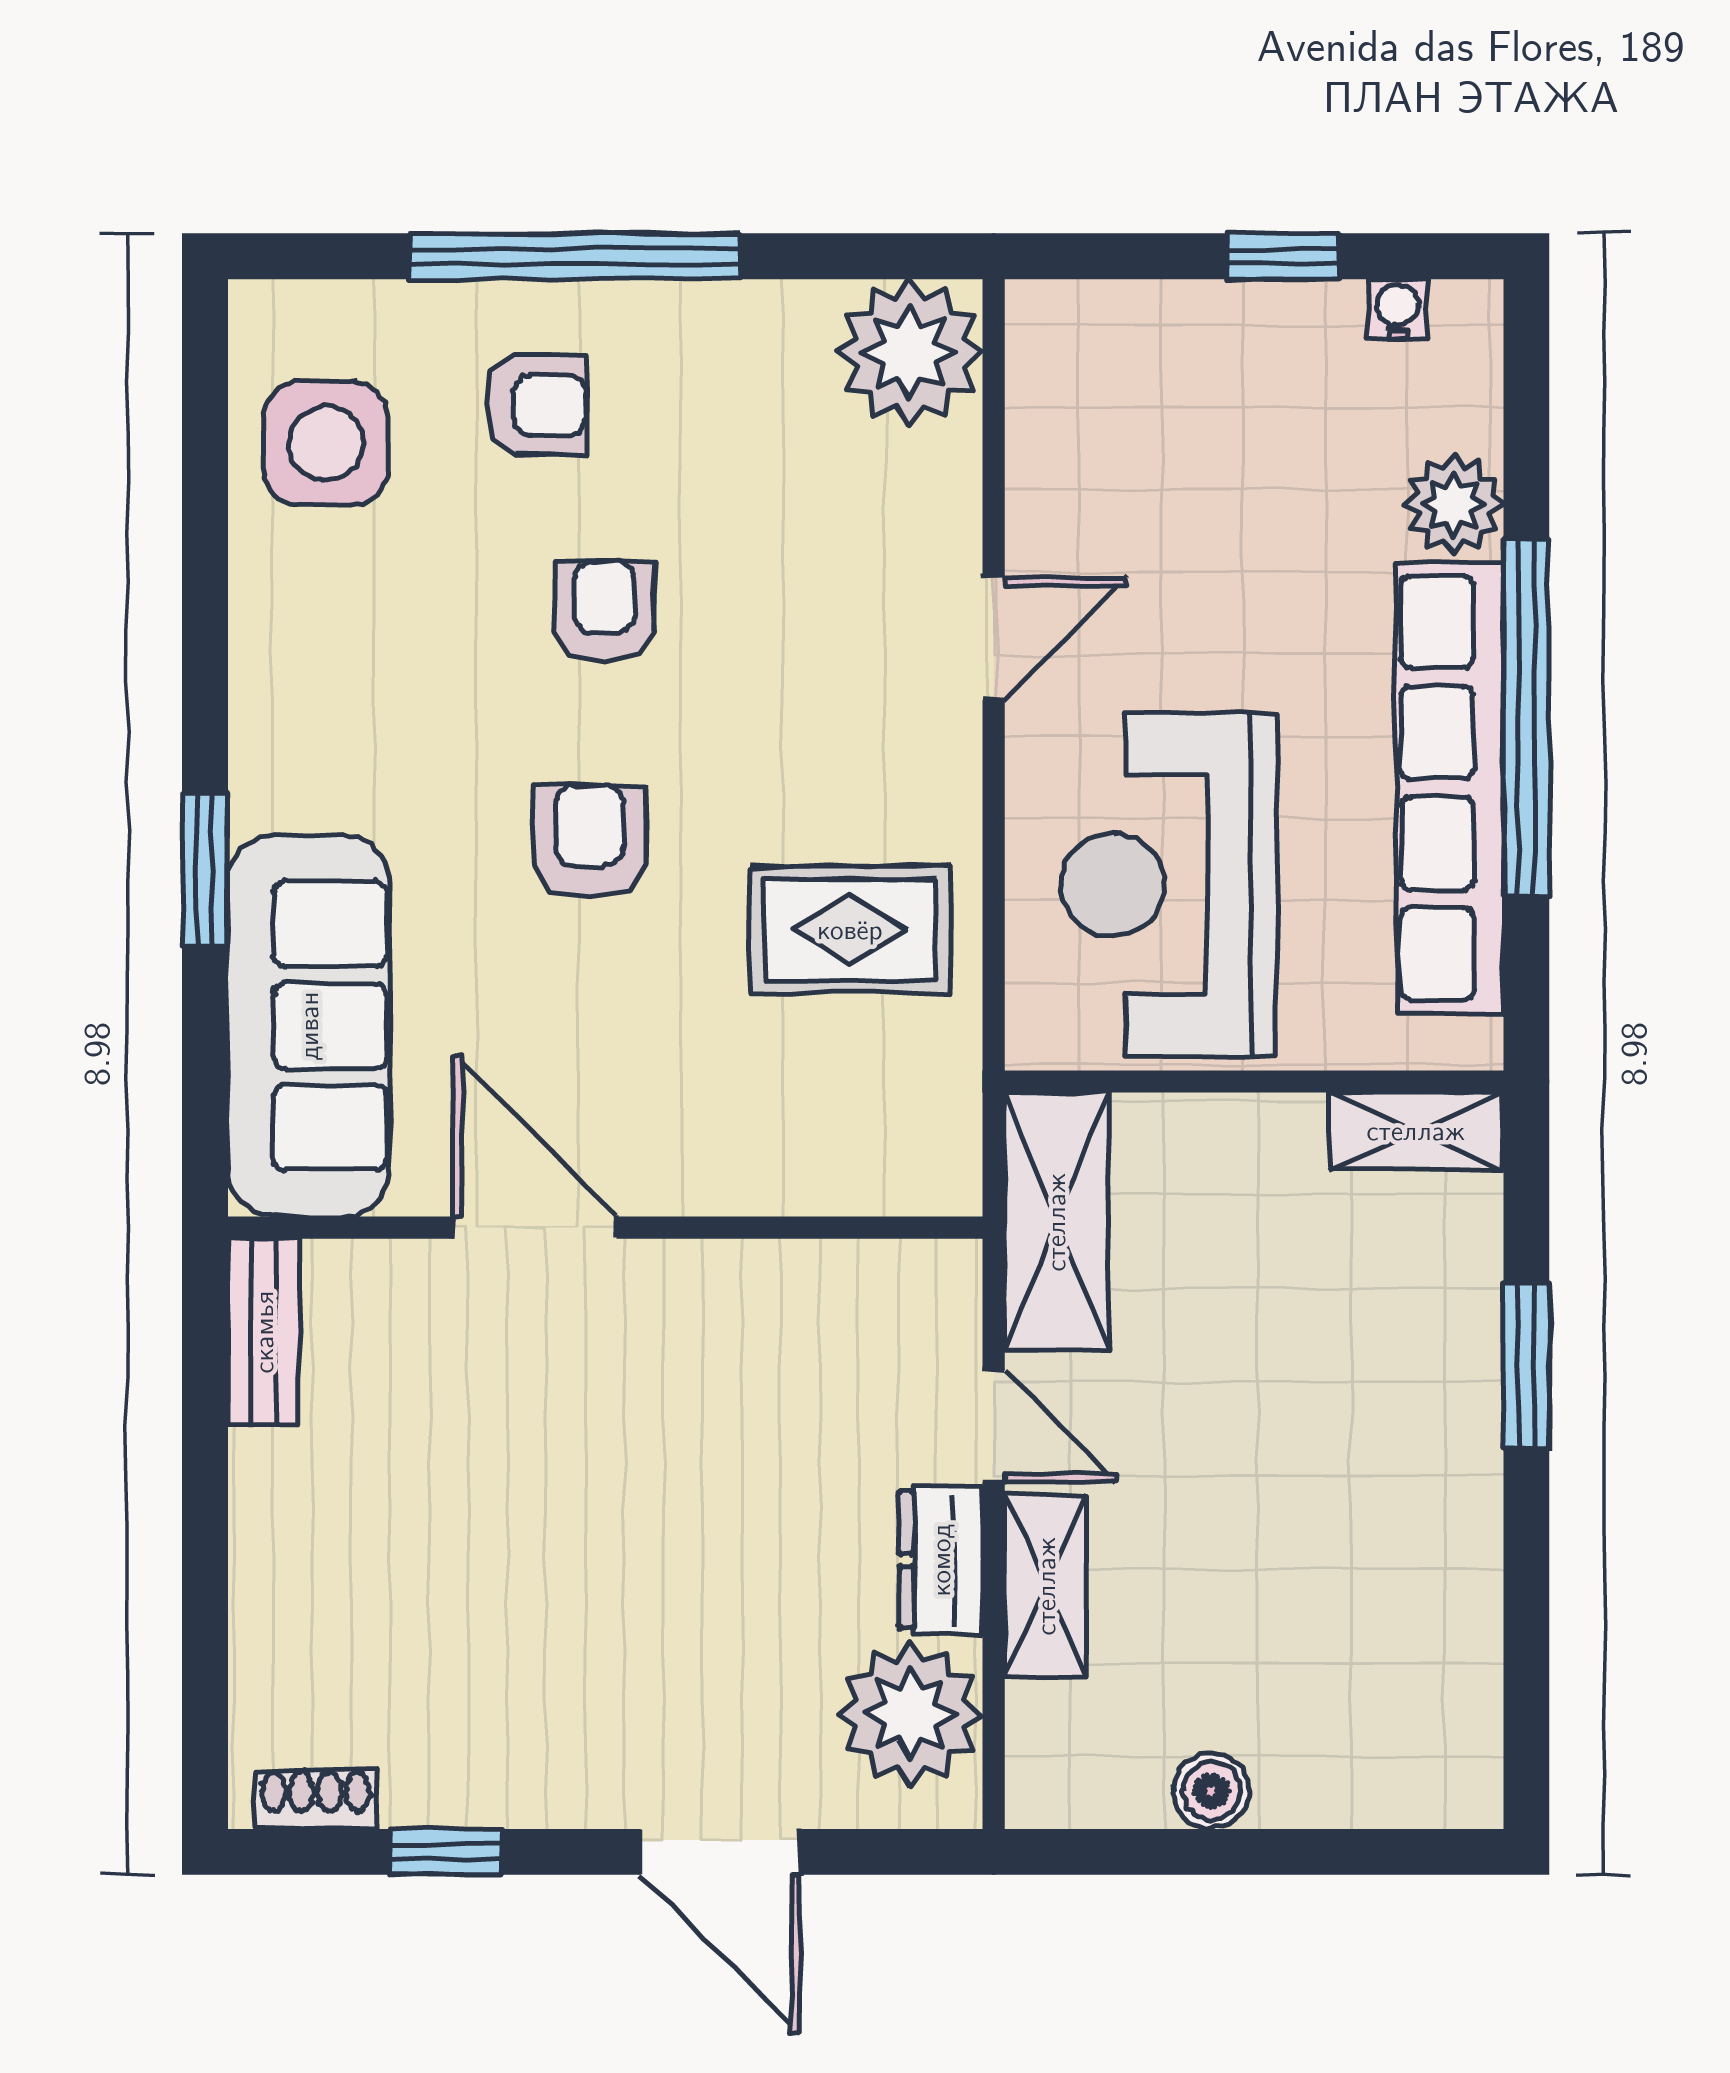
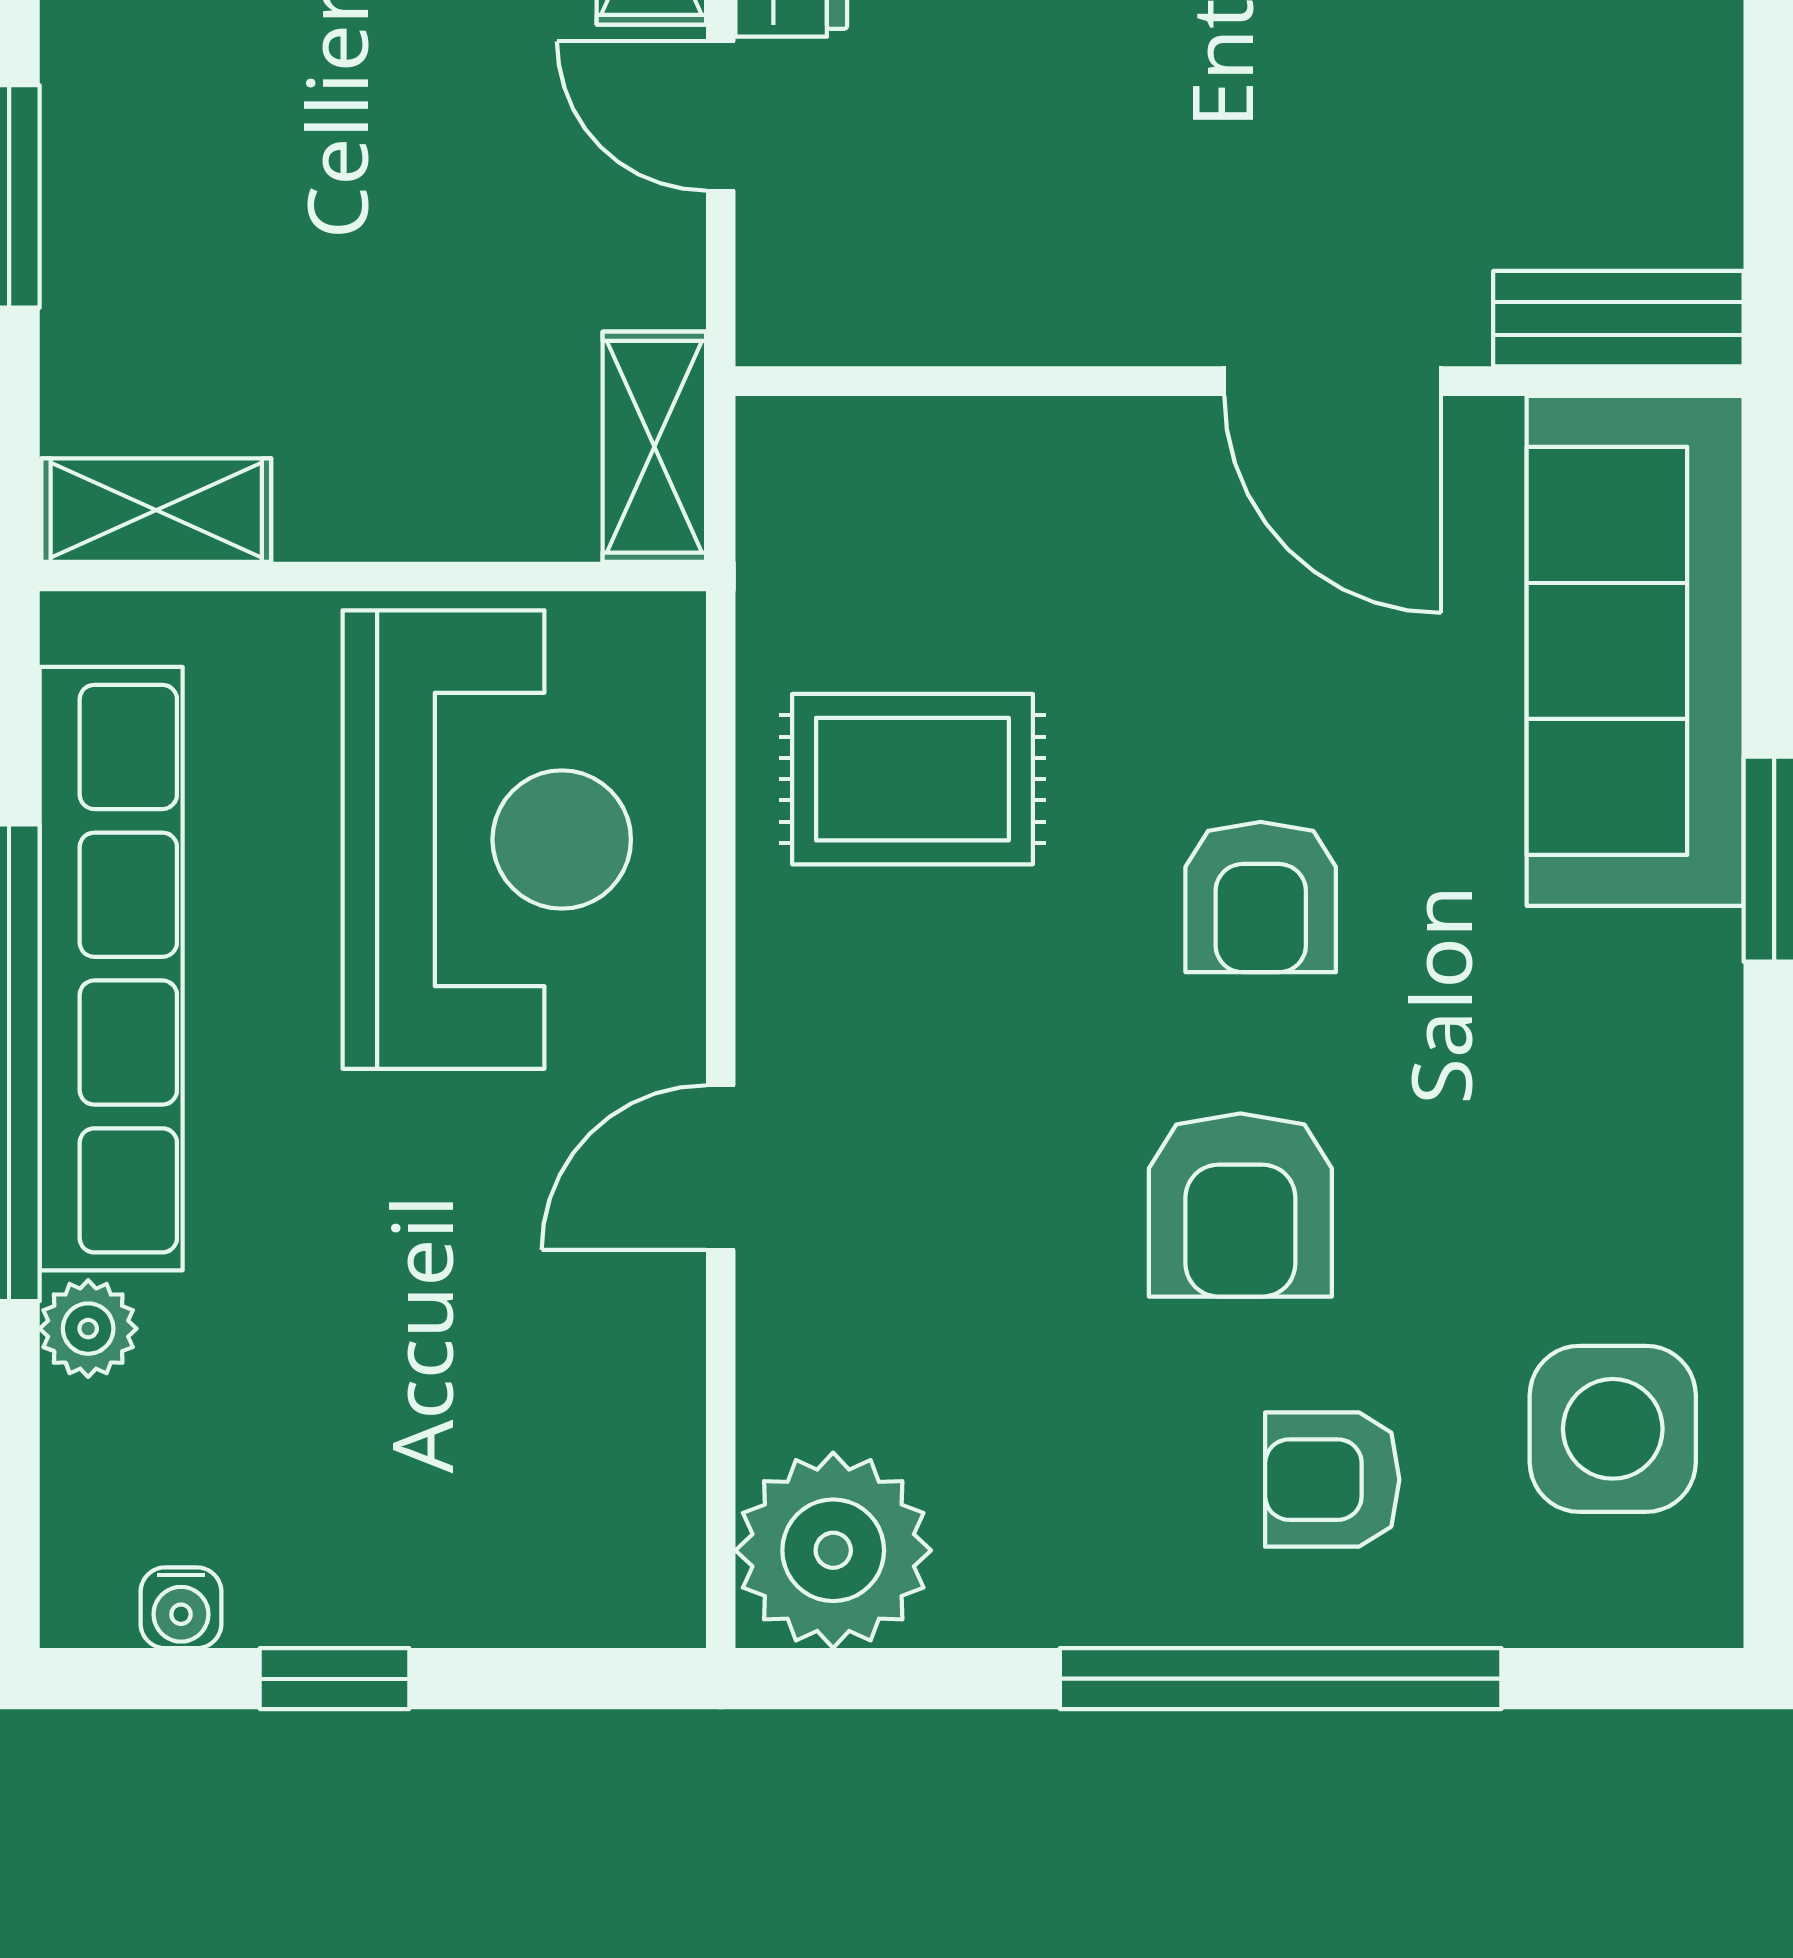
plant: (1454, 505) -> (88, 1329), width x0.73, depth x0.73
armchair: (605, 611) -> (1240, 1205), width x1.38, depth x1.38
shelving: (1056, 1222) -> (654, 447), width x0.67, depth x0.75
bench: (264, 1332) -> (1618, 319), moved, turned 90

